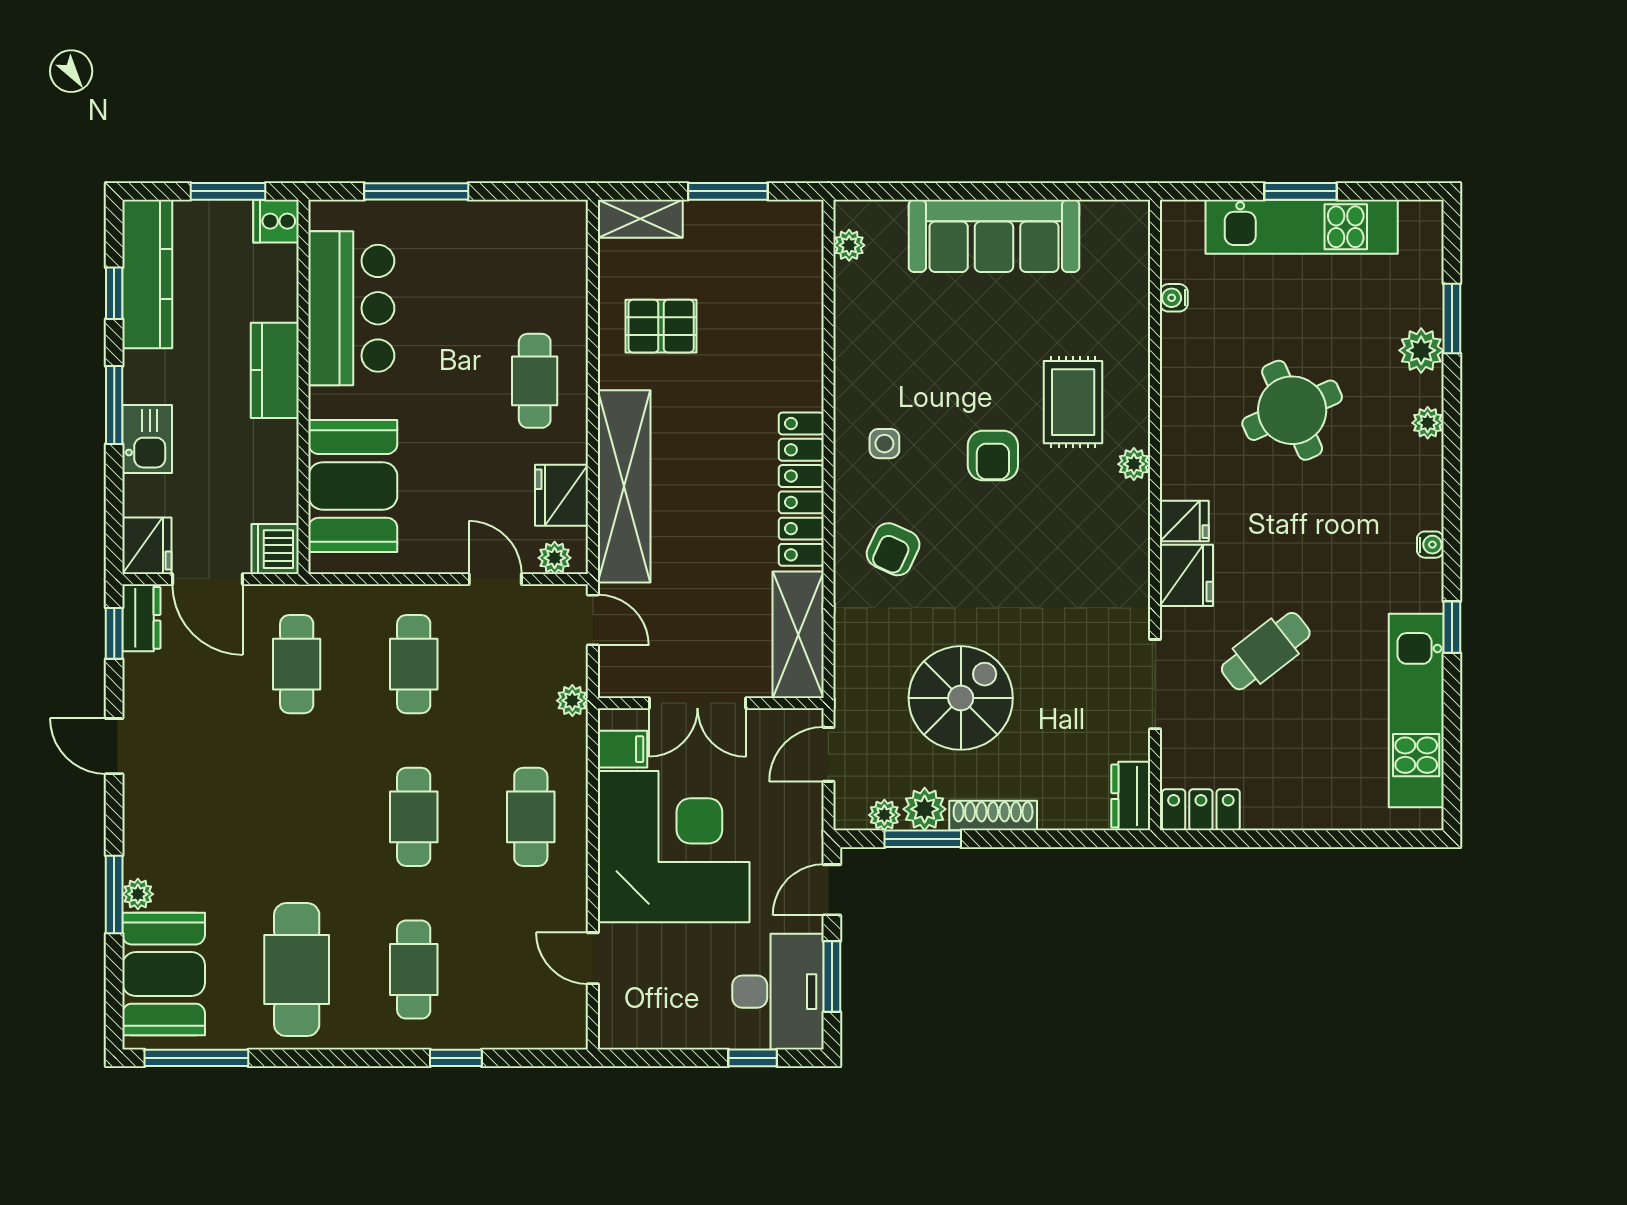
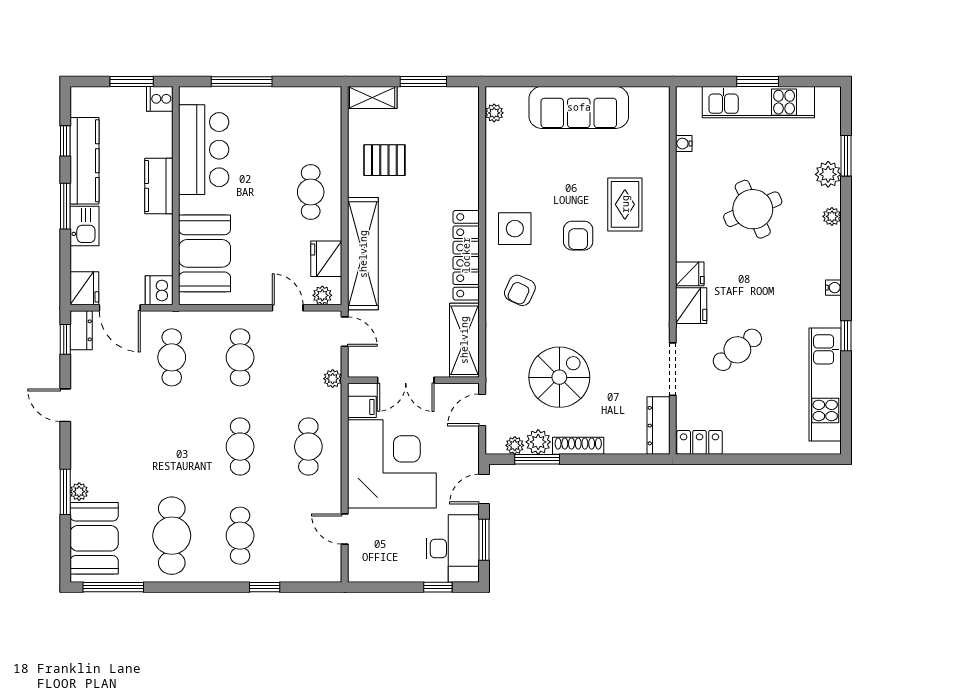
kitchen counter: (147, 274) -> (85, 161), moved
side table: (884, 444) -> (515, 229), width x1.87, depth x1.87
plant: (1134, 464) -> (660, 241), removed
dresser: (1131, 796) -> (659, 426), width x1.44

